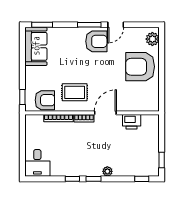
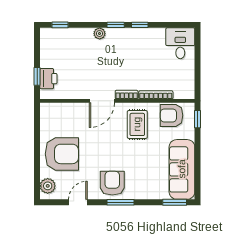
door: (116, 25) -> (78, 202), moved
armchair: (96, 41) -> (112, 183), turned 90
sofa: (36, 46) -> (182, 169), width x1.36
rug: (75, 92) -> (137, 124), turned 90
printer: (132, 122) -> (48, 79), moved, turned 90
window: (162, 160) -> (37, 76), moved

